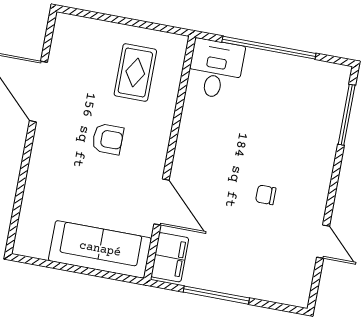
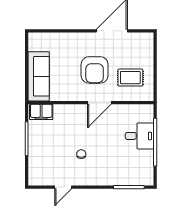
desk: (215, 69) -> (139, 136), moved
armchair: (108, 139) -> (95, 70), width x1.88, depth x1.88
door: (162, 202) -> (99, 103), moved

